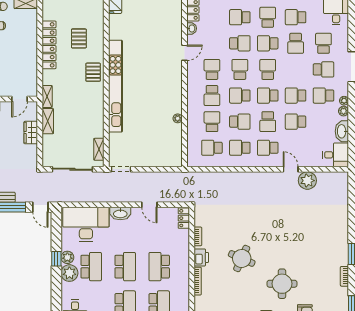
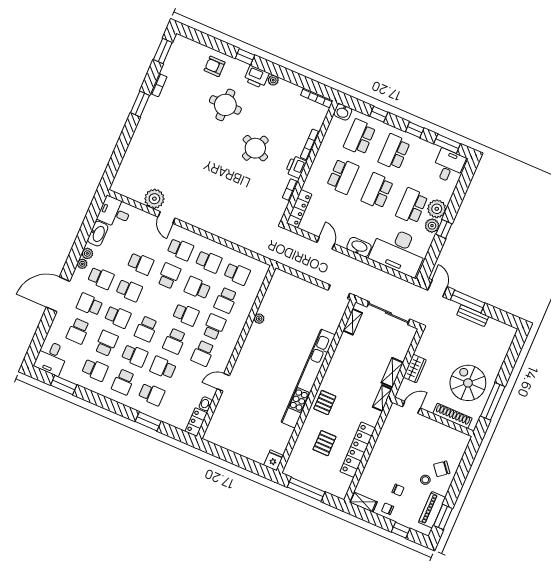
school desk: (268, 96) -> (118, 317), moved
locker: (184, 218) -> (299, 209), width x1.53

